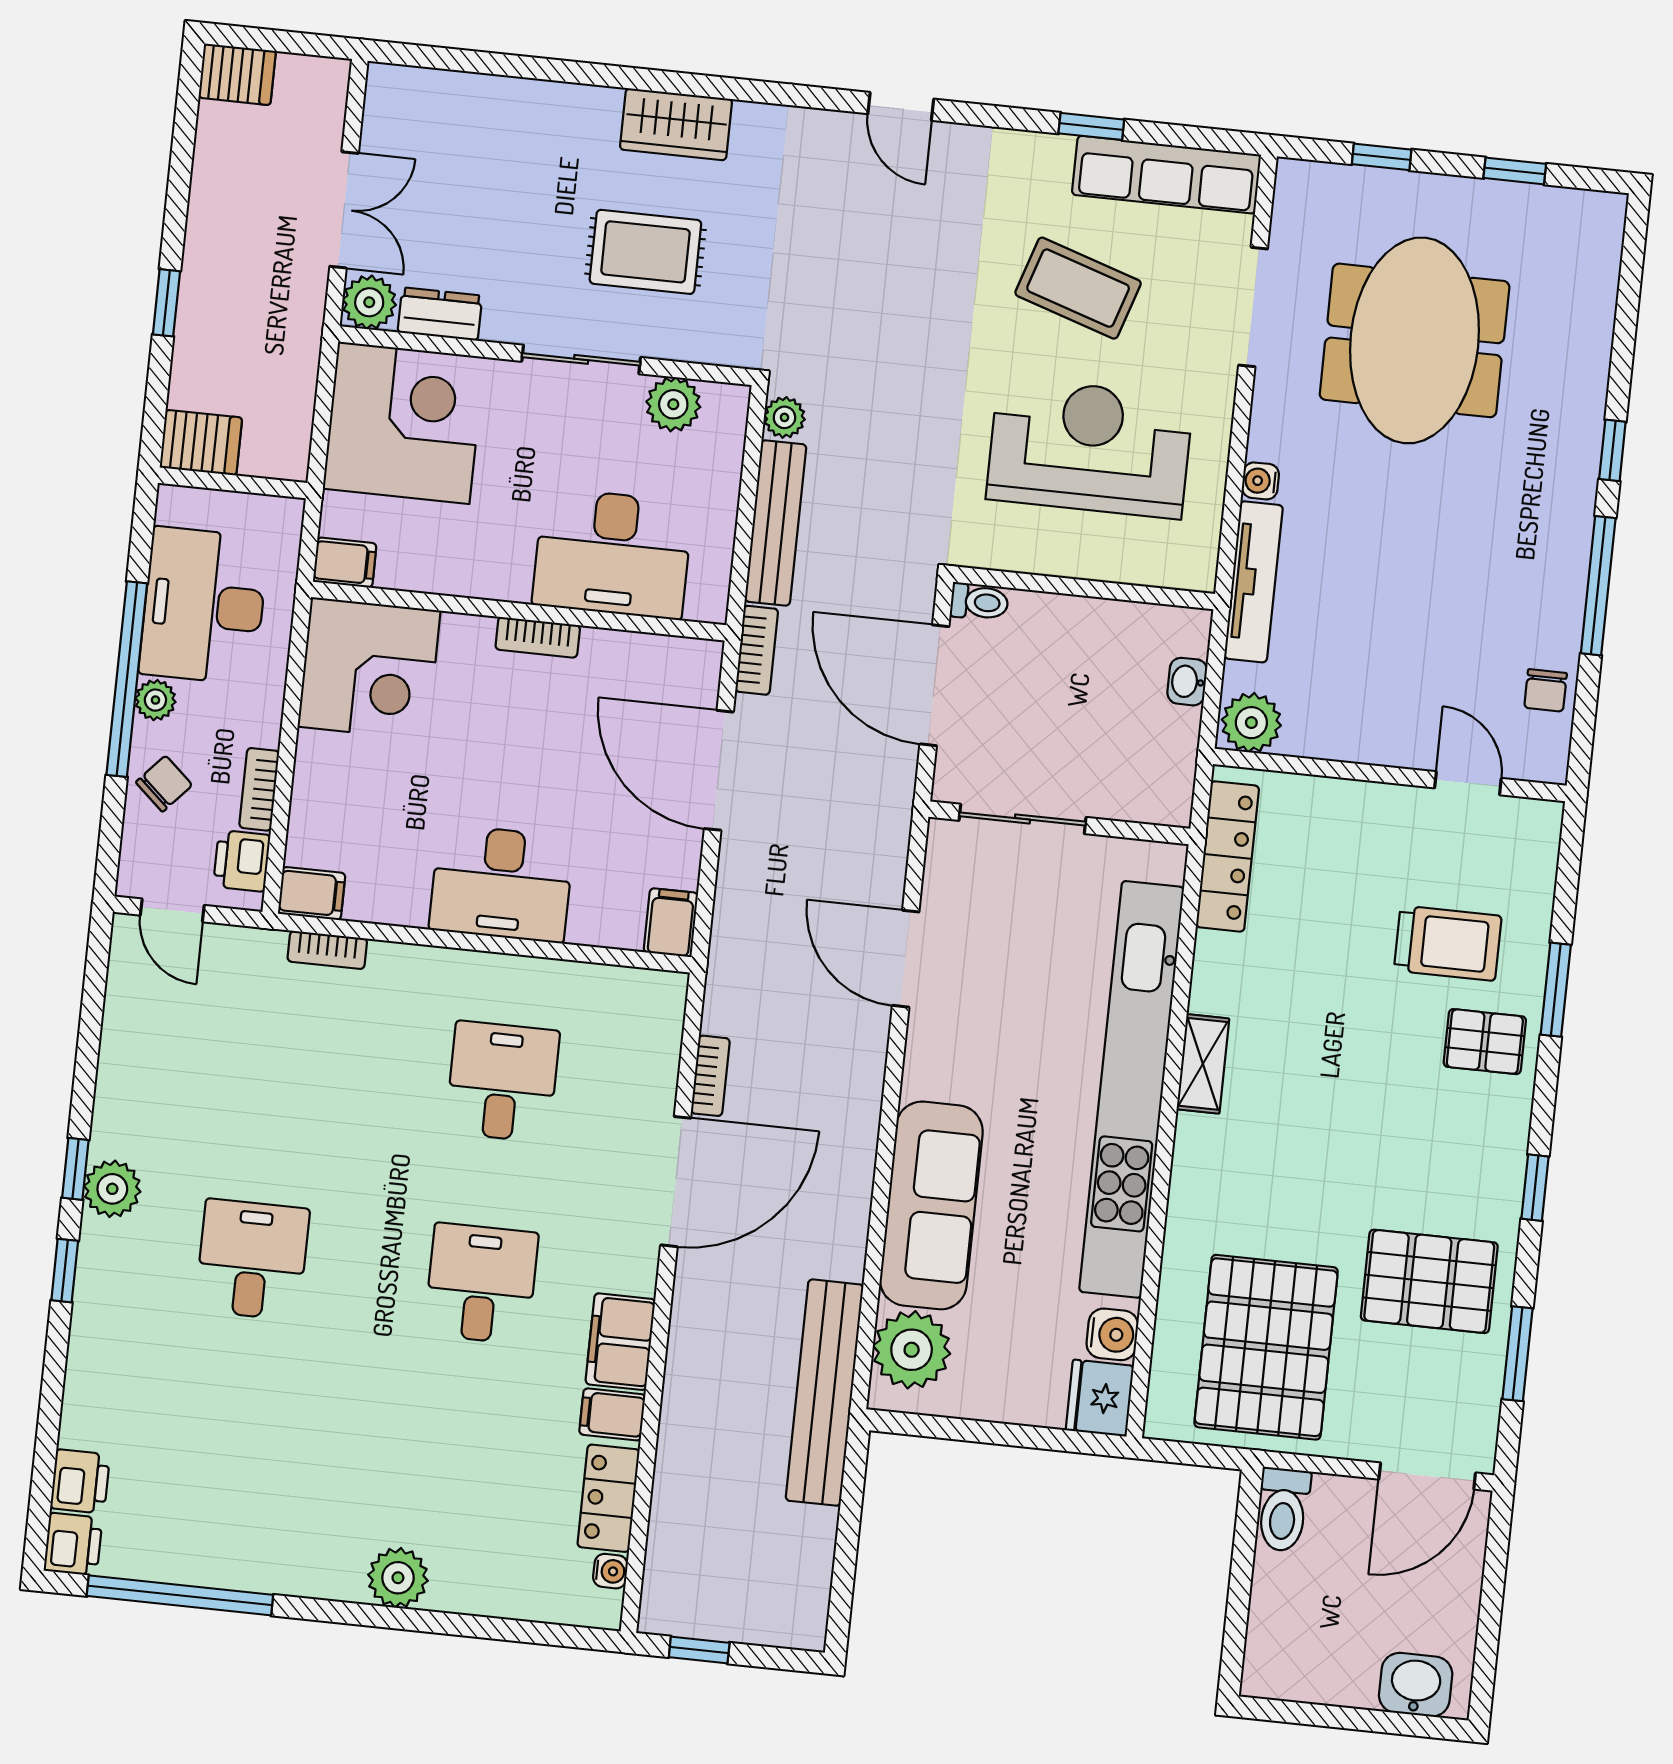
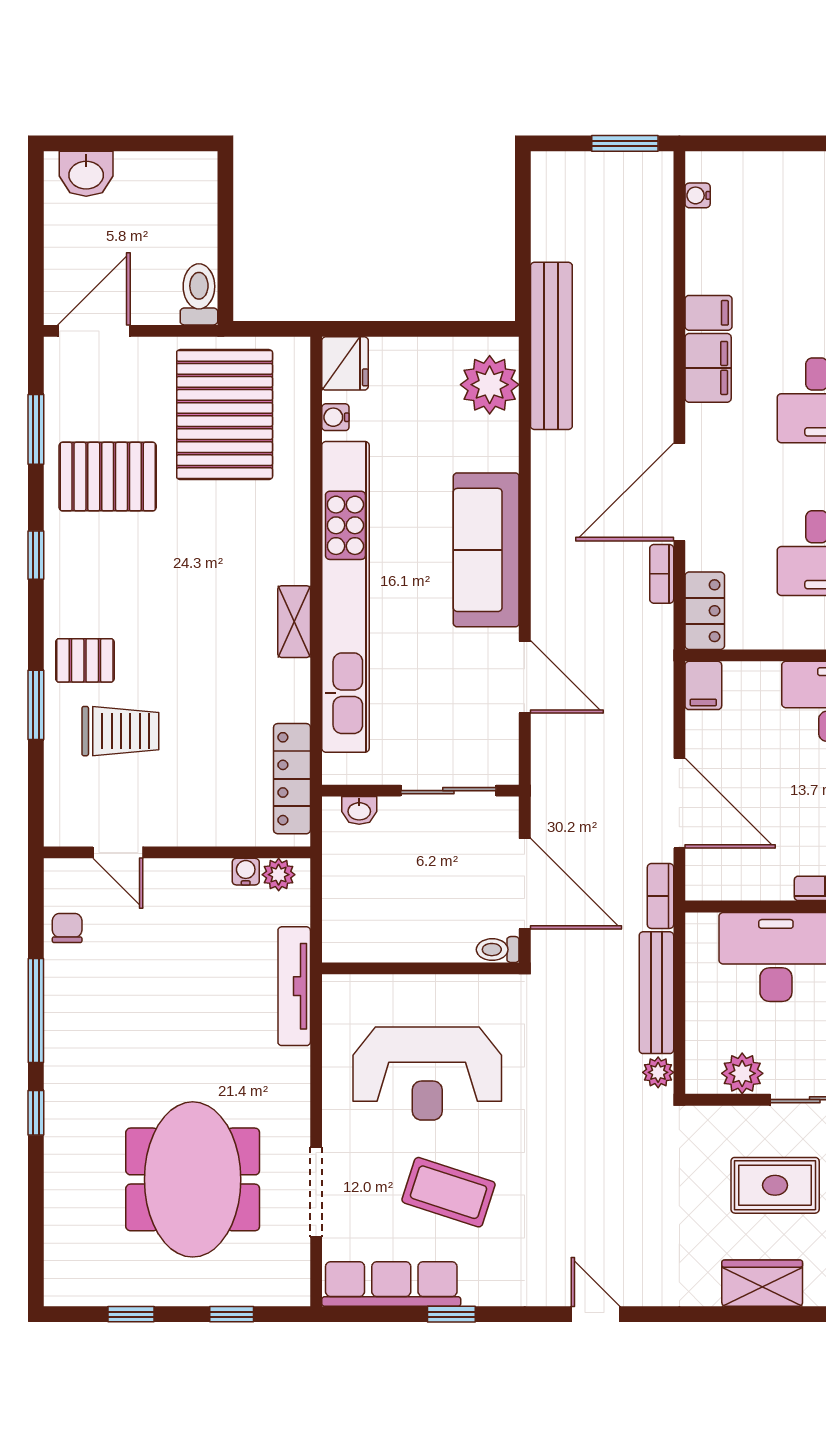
water cooler: (1260, 481) -> (246, 872), moved, turned -90
washbasin: (1187, 682) -> (359, 810), moved, turned 90
plant: (1251, 723) -> (279, 875), width x0.73, depth x0.73
trolley: (1448, 943) -> (120, 731), turned 180
sofa: (931, 1205) -> (486, 550), moved
water cooler: (1112, 1334) -> (335, 417), width x0.72, depth x0.72
locker: (608, 1498) -> (705, 611), moved
window: (699, 1650) -> (625, 143), width x1.50

